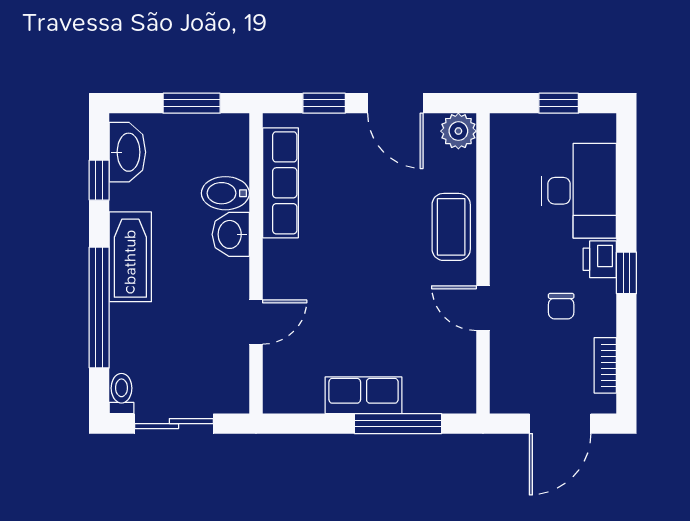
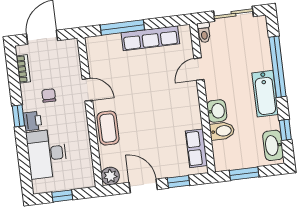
row of seats: (280, 183) -> (196, 148), width x0.68
toilet: (122, 393) -> (204, 33), moved
row of seats: (364, 395) -> (150, 38), width x1.48

